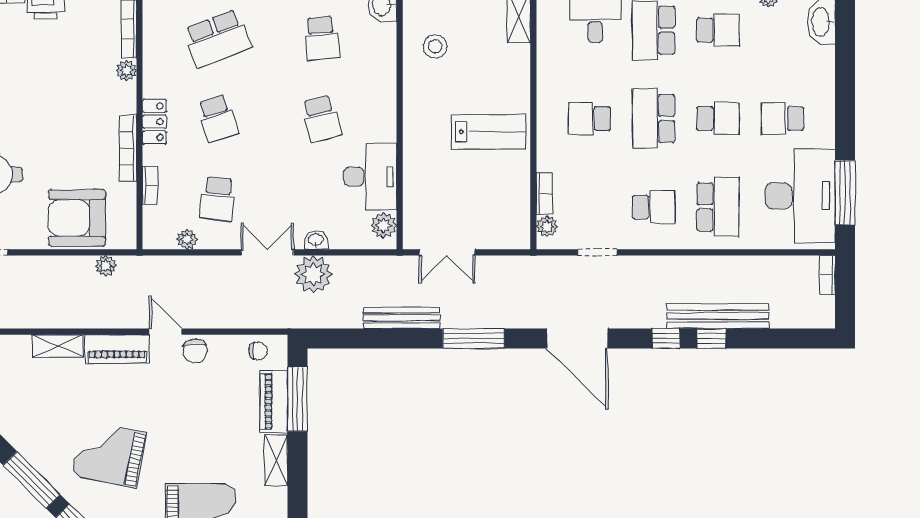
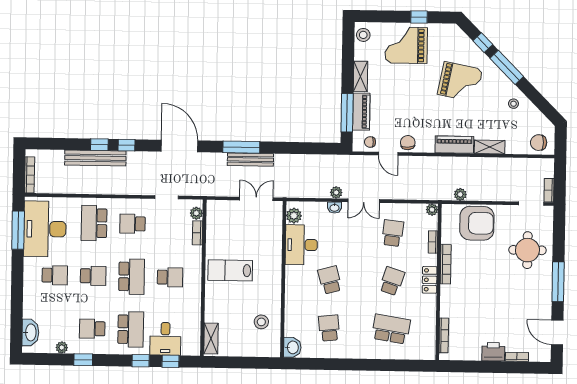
school desk: (218, 38) -> (391, 329), turned 30
plant: (126, 71) -> (446, 311), removed
school desk: (218, 119) -> (392, 281), turned 36
school desk: (718, 119) -> (93, 276), turned 180
plant: (187, 239) -> (432, 210), moved
plant: (313, 274) -> (336, 192), width x0.53, depth x0.53
bookcase: (827, 275) -> (30, 175), width x1.56
bench: (401, 318) -> (250, 160), moved
door: (166, 332) -> (388, 154), moved
stool: (19, 419) -> (513, 104), added

